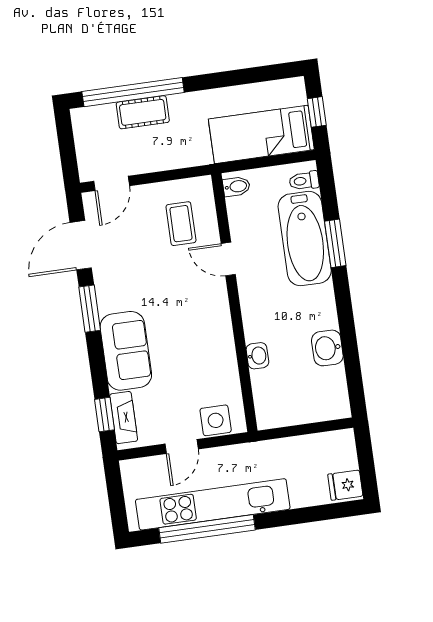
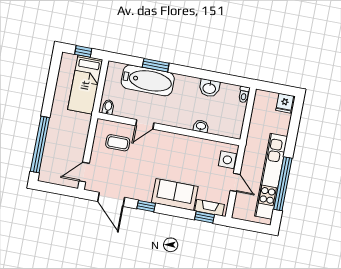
cot: (143, 112) -> (52, 143), removed
toilet: (304, 181) -> (244, 95), moved
door: (112, 183) -> (84, 172), swing flipped
window: (90, 309) -> (146, 206), width x0.67

